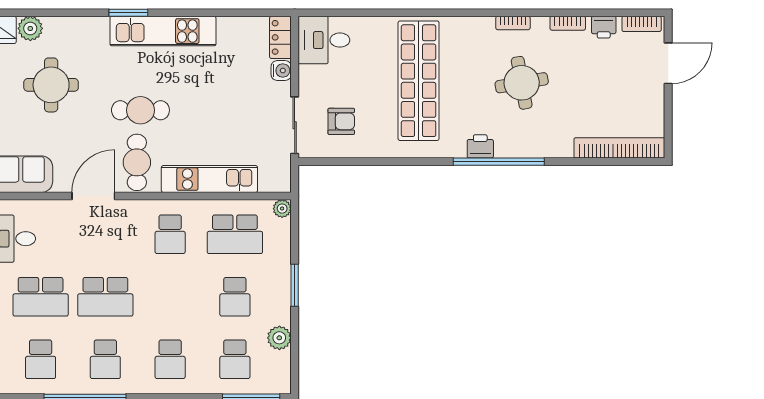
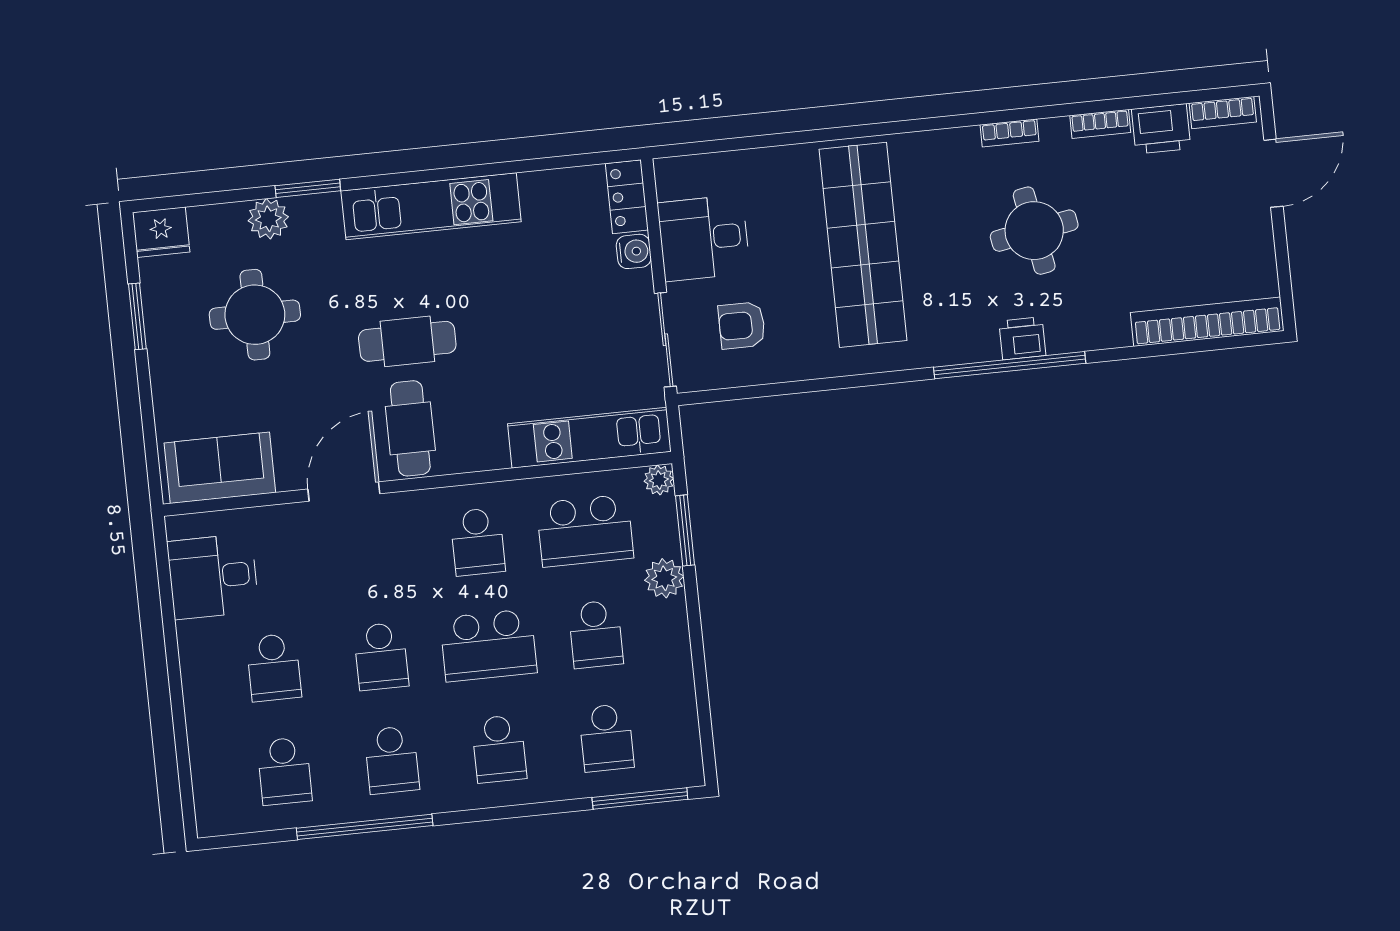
window: (128, 13) -> (308, 188), moved
printer: (604, 27) -> (1161, 129), width x1.36, depth x1.24
plant: (30, 28) -> (268, 219), moved
desk: (324, 40) -> (704, 238), moved
armchair: (341, 121) -> (742, 325), turned 180
printer: (480, 146) -> (1022, 338), moved
kitchen unit: (209, 179) -> (589, 438), moved
window: (295, 285) -> (685, 530), moved
school desk: (41, 297) -> (274, 668), width x0.54
school desk: (105, 297) -> (381, 656), width x0.54
school desk: (170, 297) -> (488, 645), added
plant: (279, 338) -> (664, 578), moved

